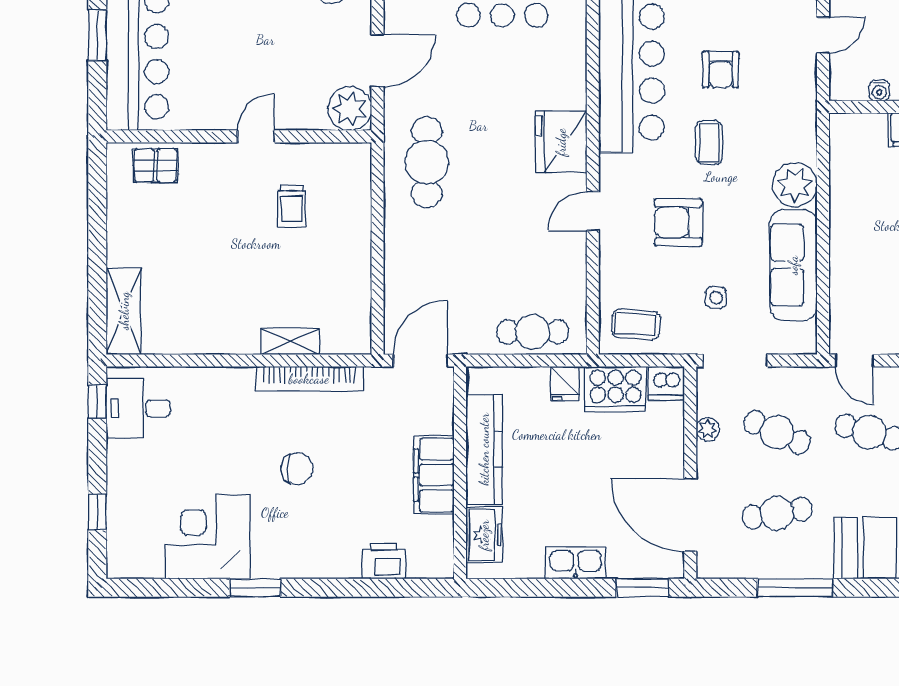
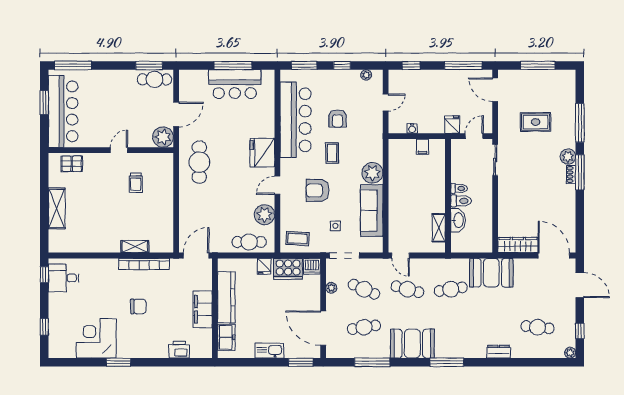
plant: (565, 274) -> (265, 215), added
shelving: (124, 311) -> (57, 208), moved

